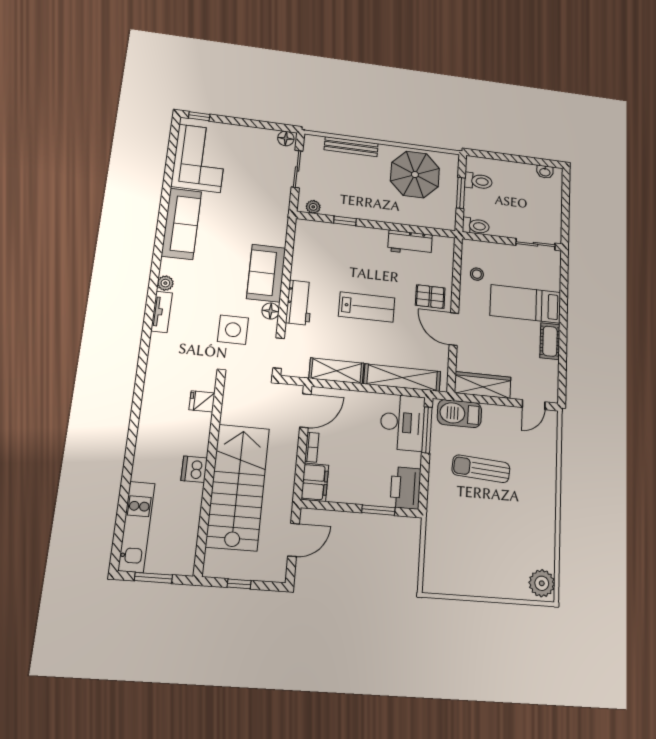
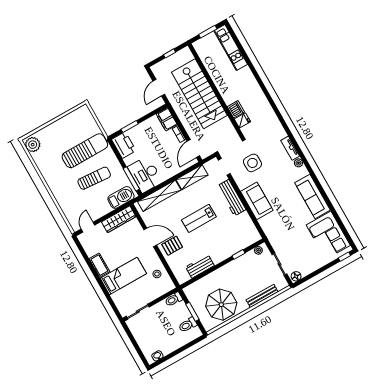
workbench: (299, 303) -> (232, 198), width x1.38
floor lamp: (271, 311) -> (242, 184), removed
dishwasher: (194, 469) -> (236, 109), moved
sun lounger: (469, 520) -> (85, 151), added

